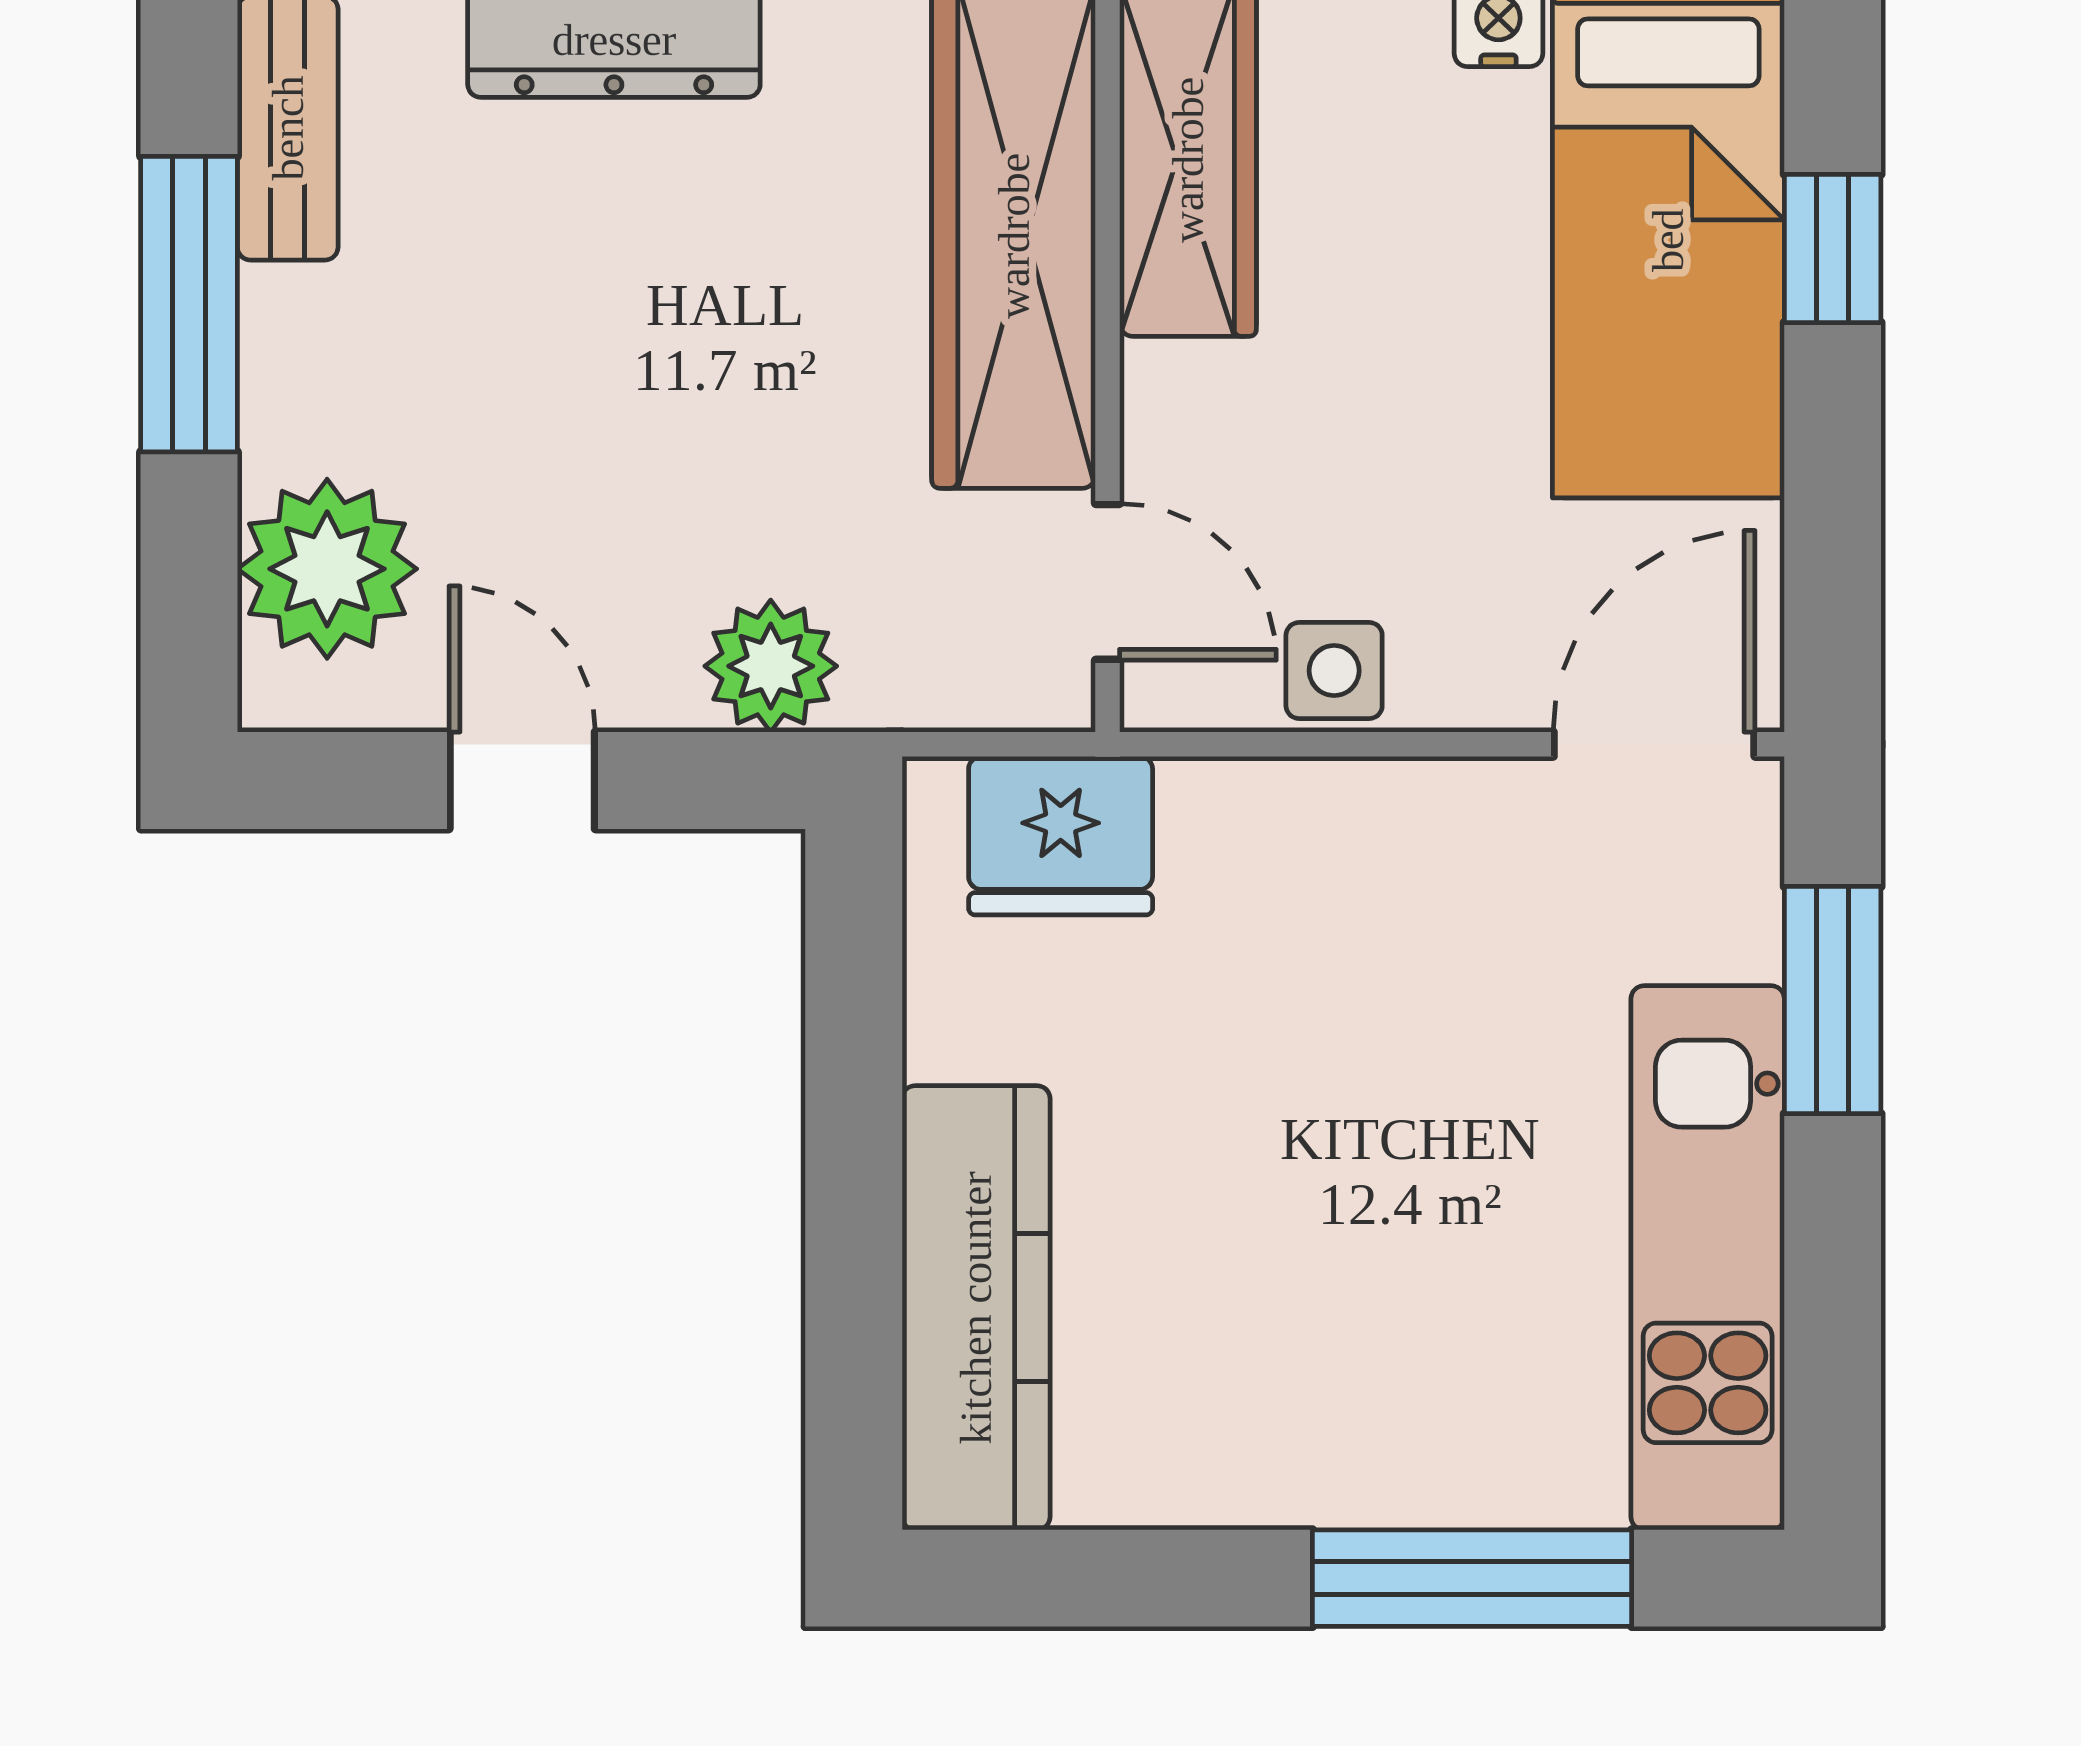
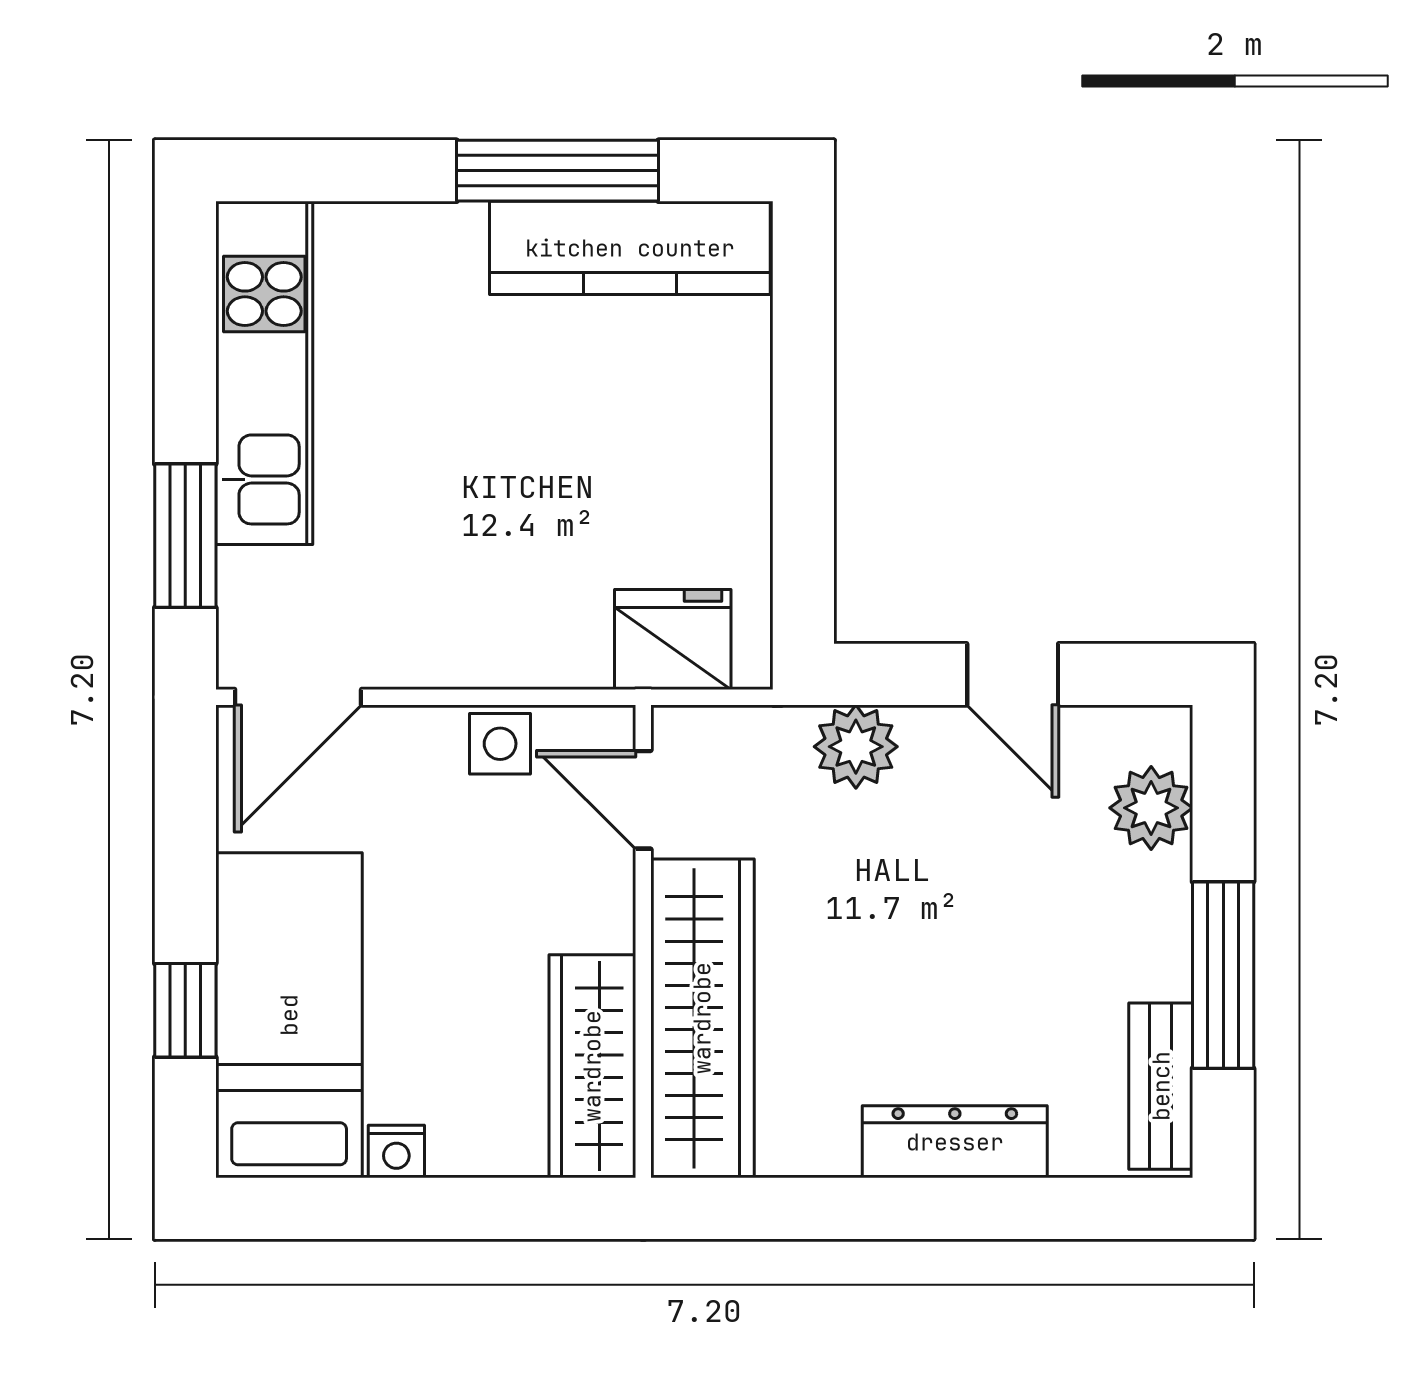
plant: (327, 569) -> (1151, 808), width x0.73, depth x0.73
kitchen counter: (976, 1308) -> (630, 248), moved, turned -90
window: (1472, 1578) -> (558, 171), moved

